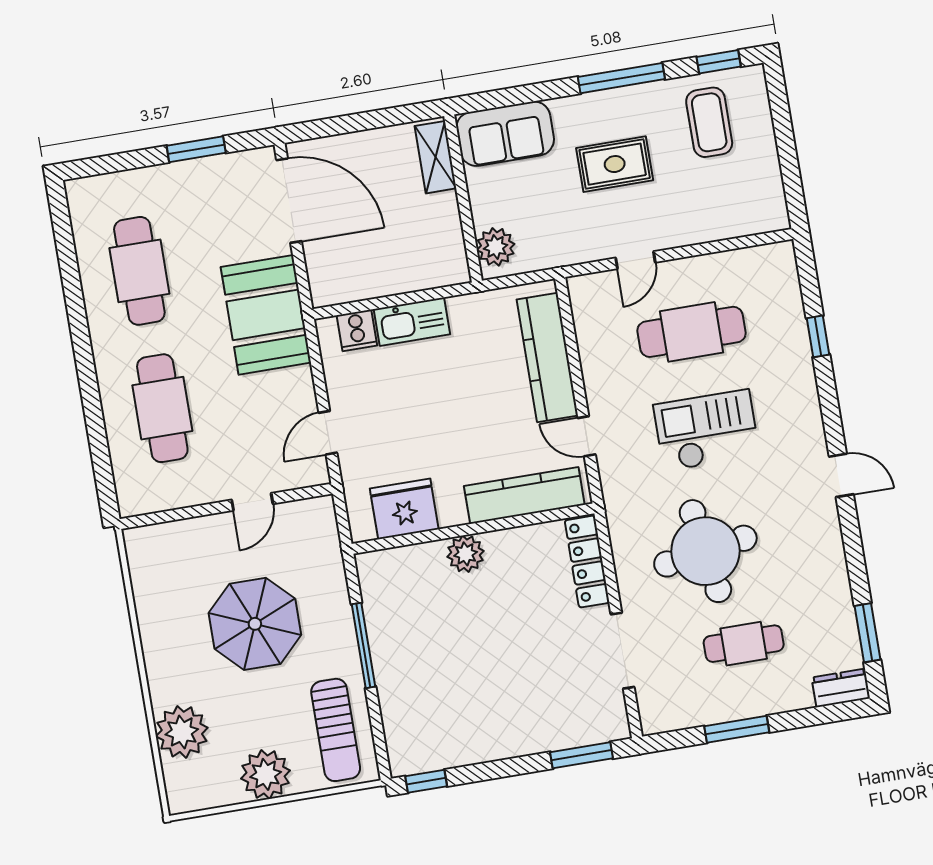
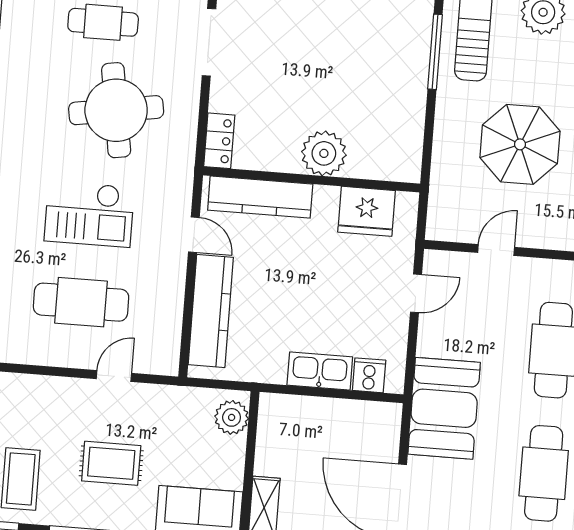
plant: (466, 554) -> (324, 153), width x1.36, depth x1.36
locker: (587, 562) -> (219, 141), width x0.66
window: (363, 645) -> (435, 52), moved

